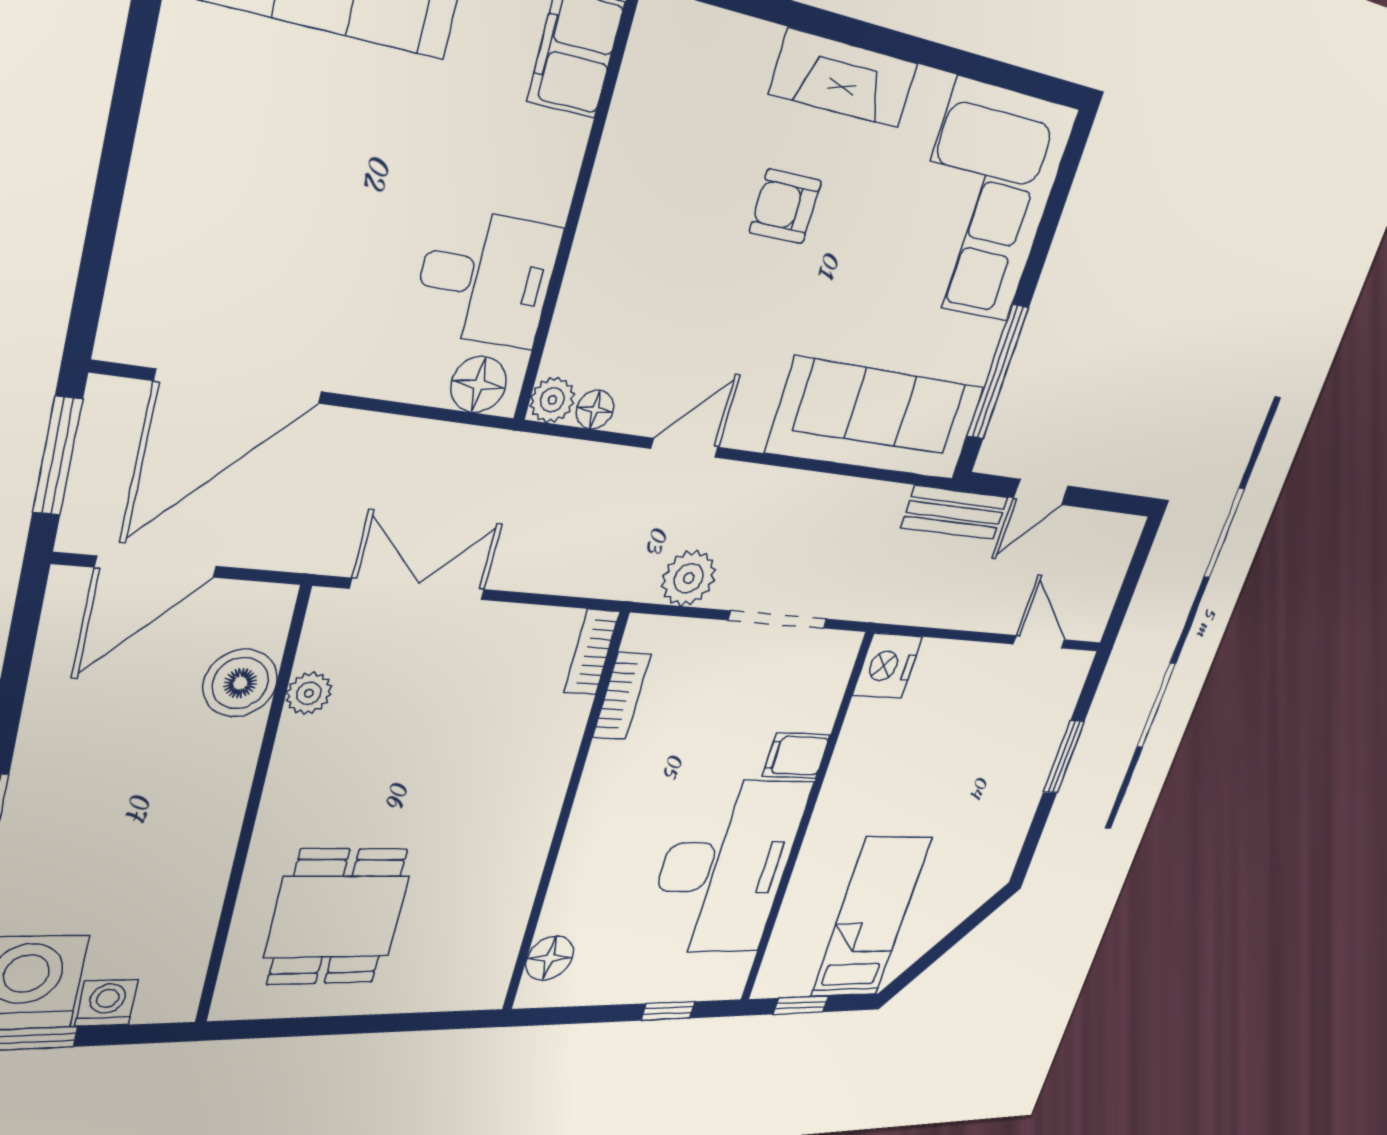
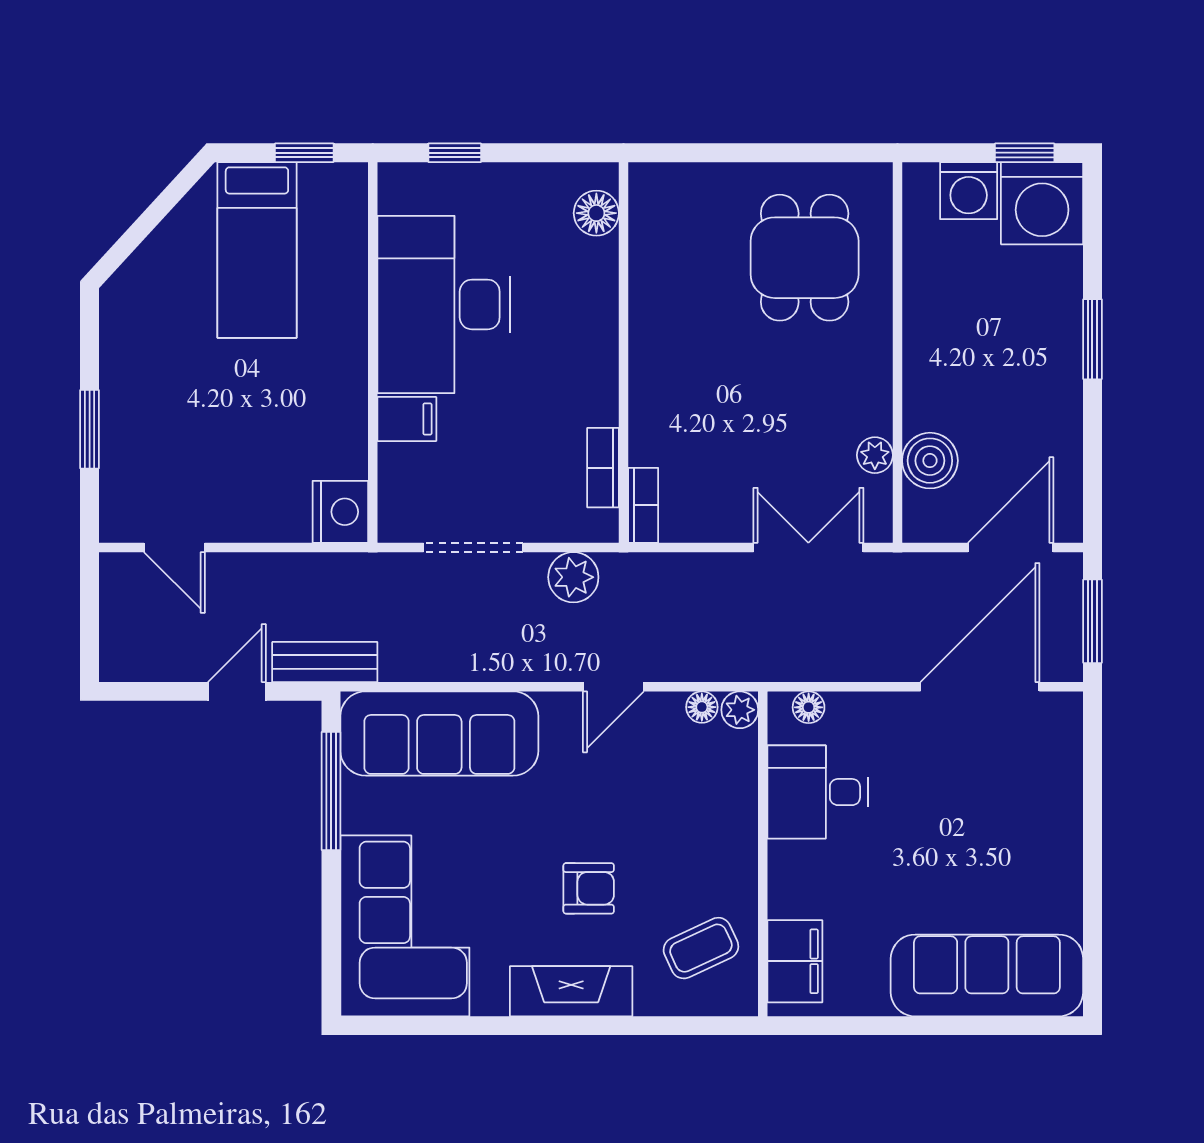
coffee table: (684, 99) -> (701, 948), added
floor lamp: (479, 385) -> (809, 707), width x0.73, depth x0.73
double door: (418, 589) -> (808, 547), swing flipped
washing machine: (107, 1003) -> (969, 191), width x1.38, depth x1.38

